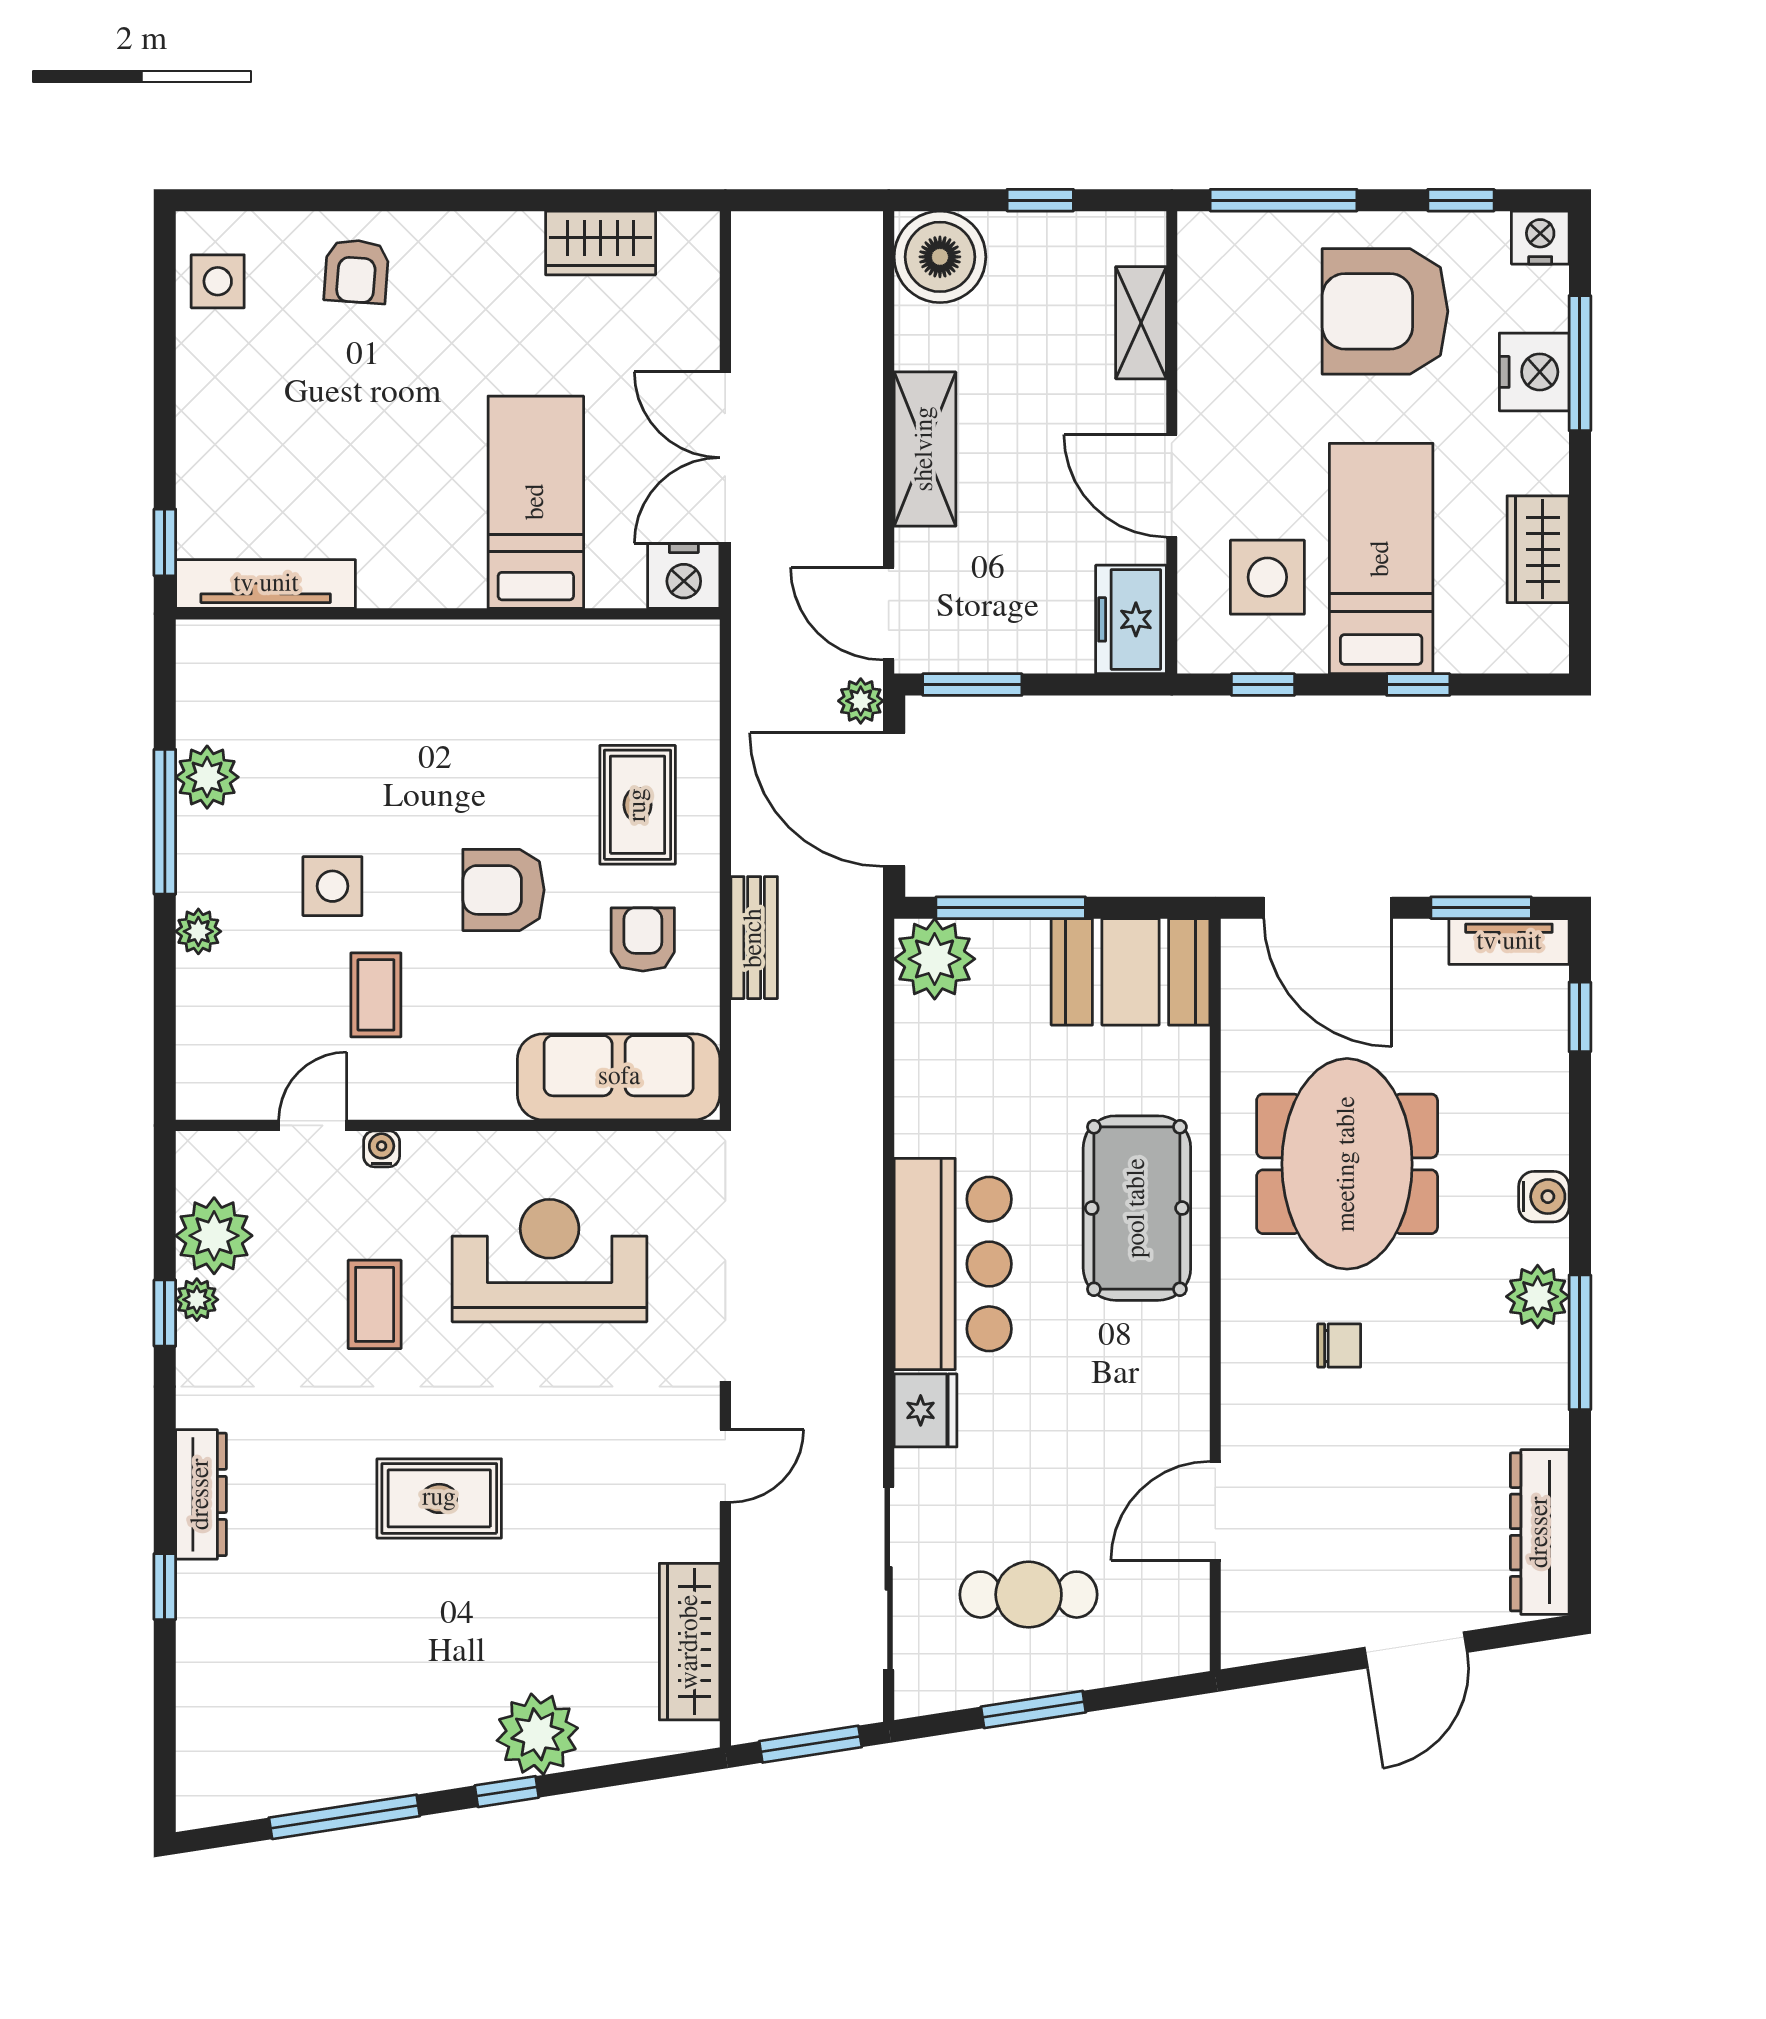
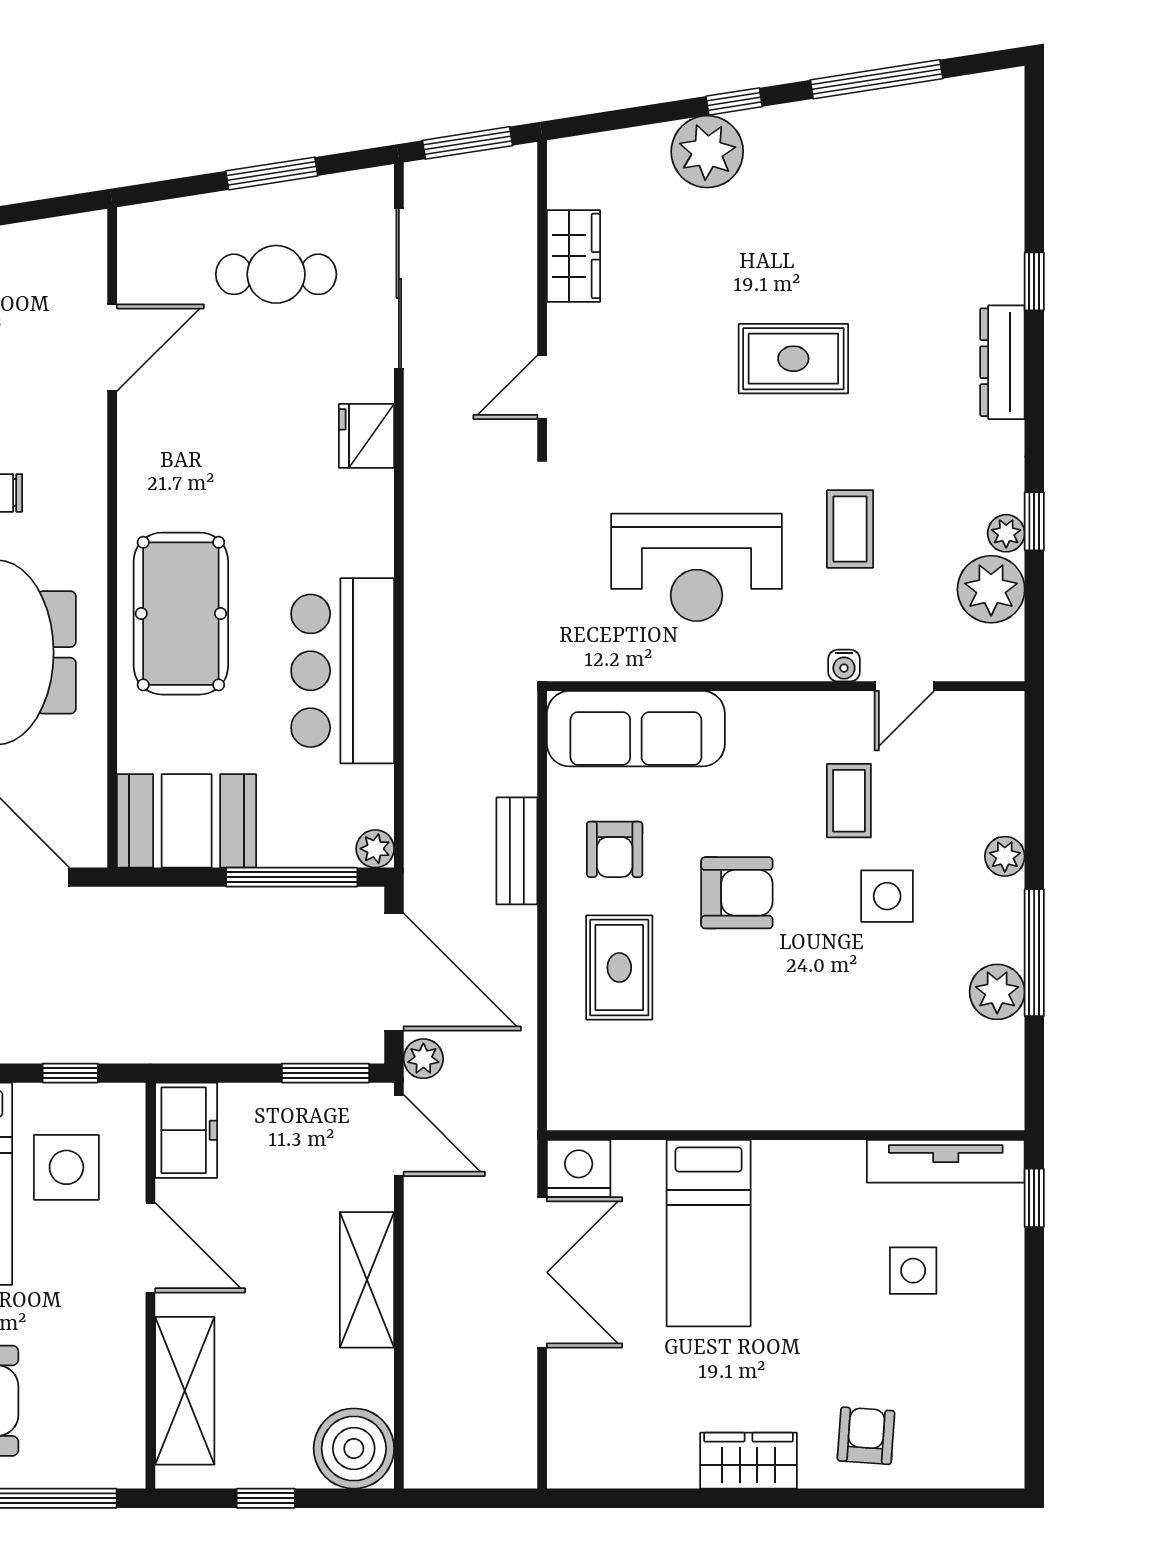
wardrobe: (601, 243) -> (748, 1461), moved
side table: (218, 281) -> (913, 1271), moved
shelving: (1141, 323) -> (185, 1391), width x1.50, depth x1.33
plant: (935, 959) -> (375, 849), width x0.53, depth x0.53
bar counter: (953, 1264) -> (343, 671), moved
wardrobe: (690, 1642) -> (574, 256), width x0.67

